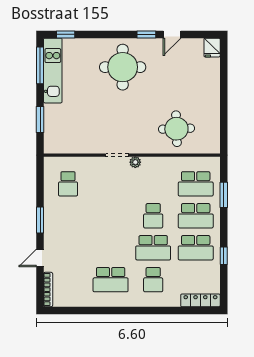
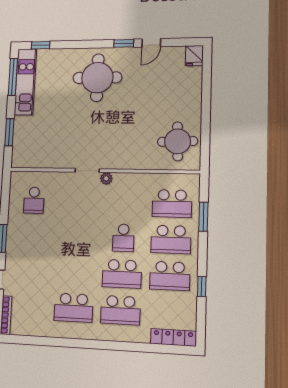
round table: (176, 129) -> (178, 141), moved
school desk: (153, 280) -> (120, 310), width x1.85

